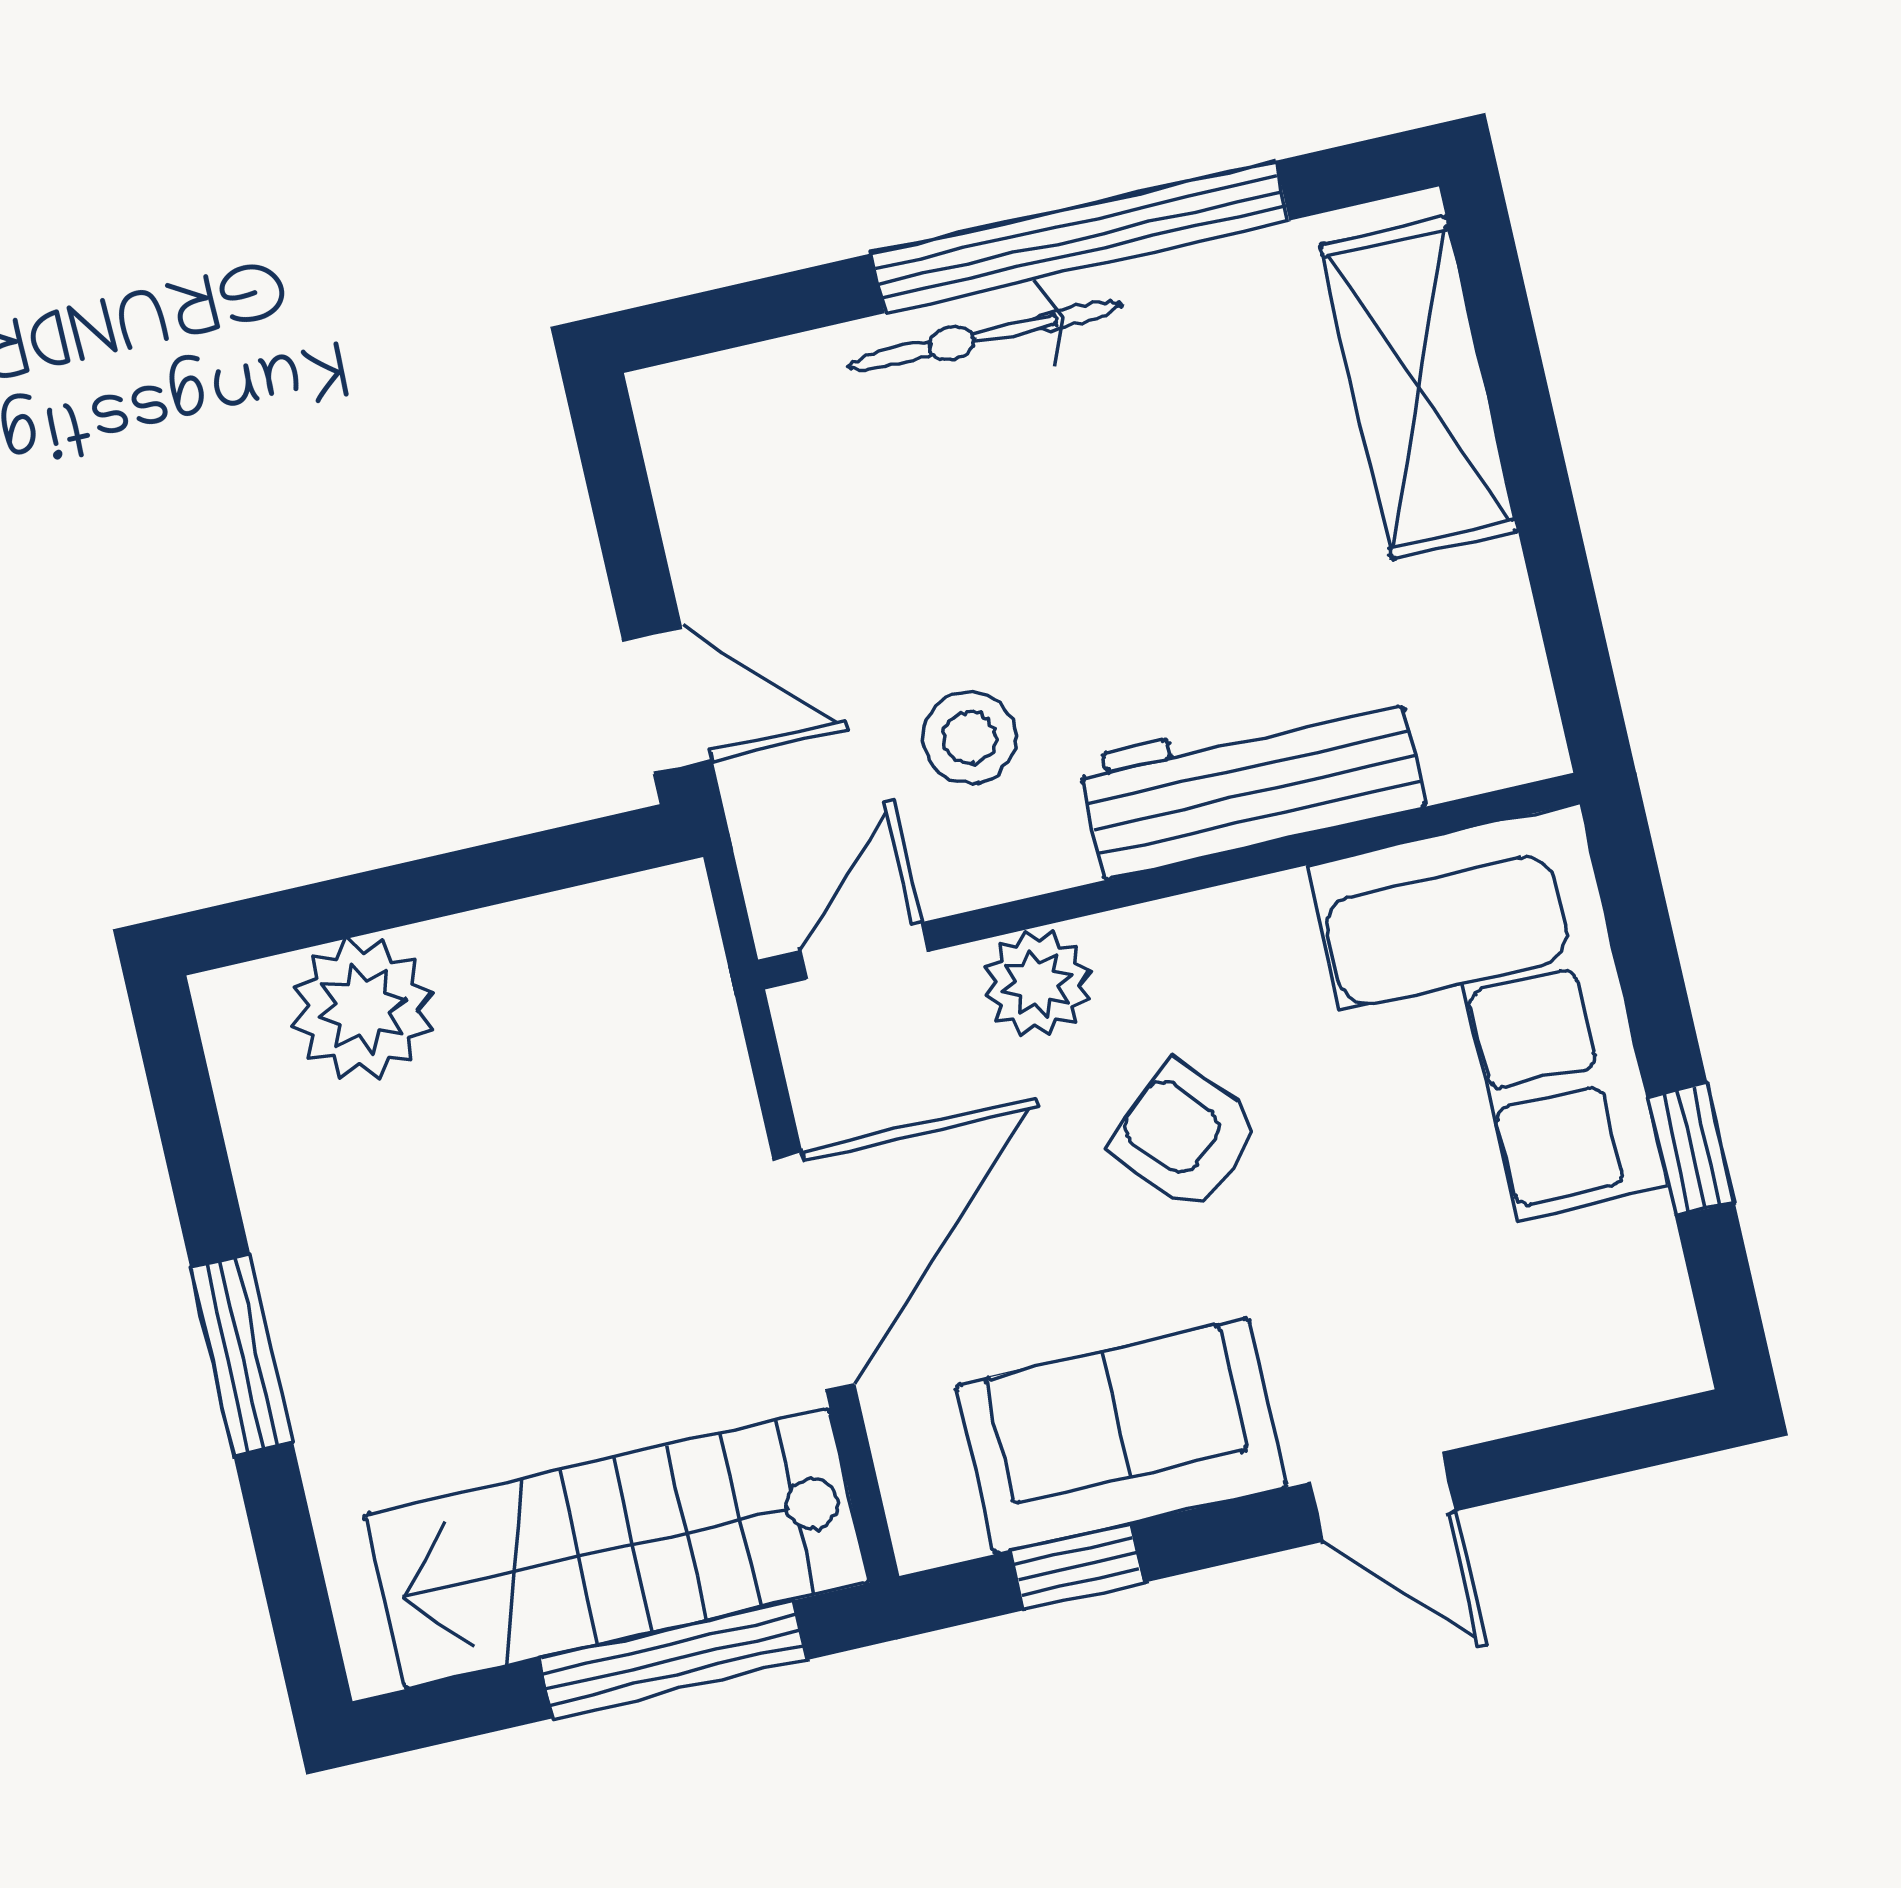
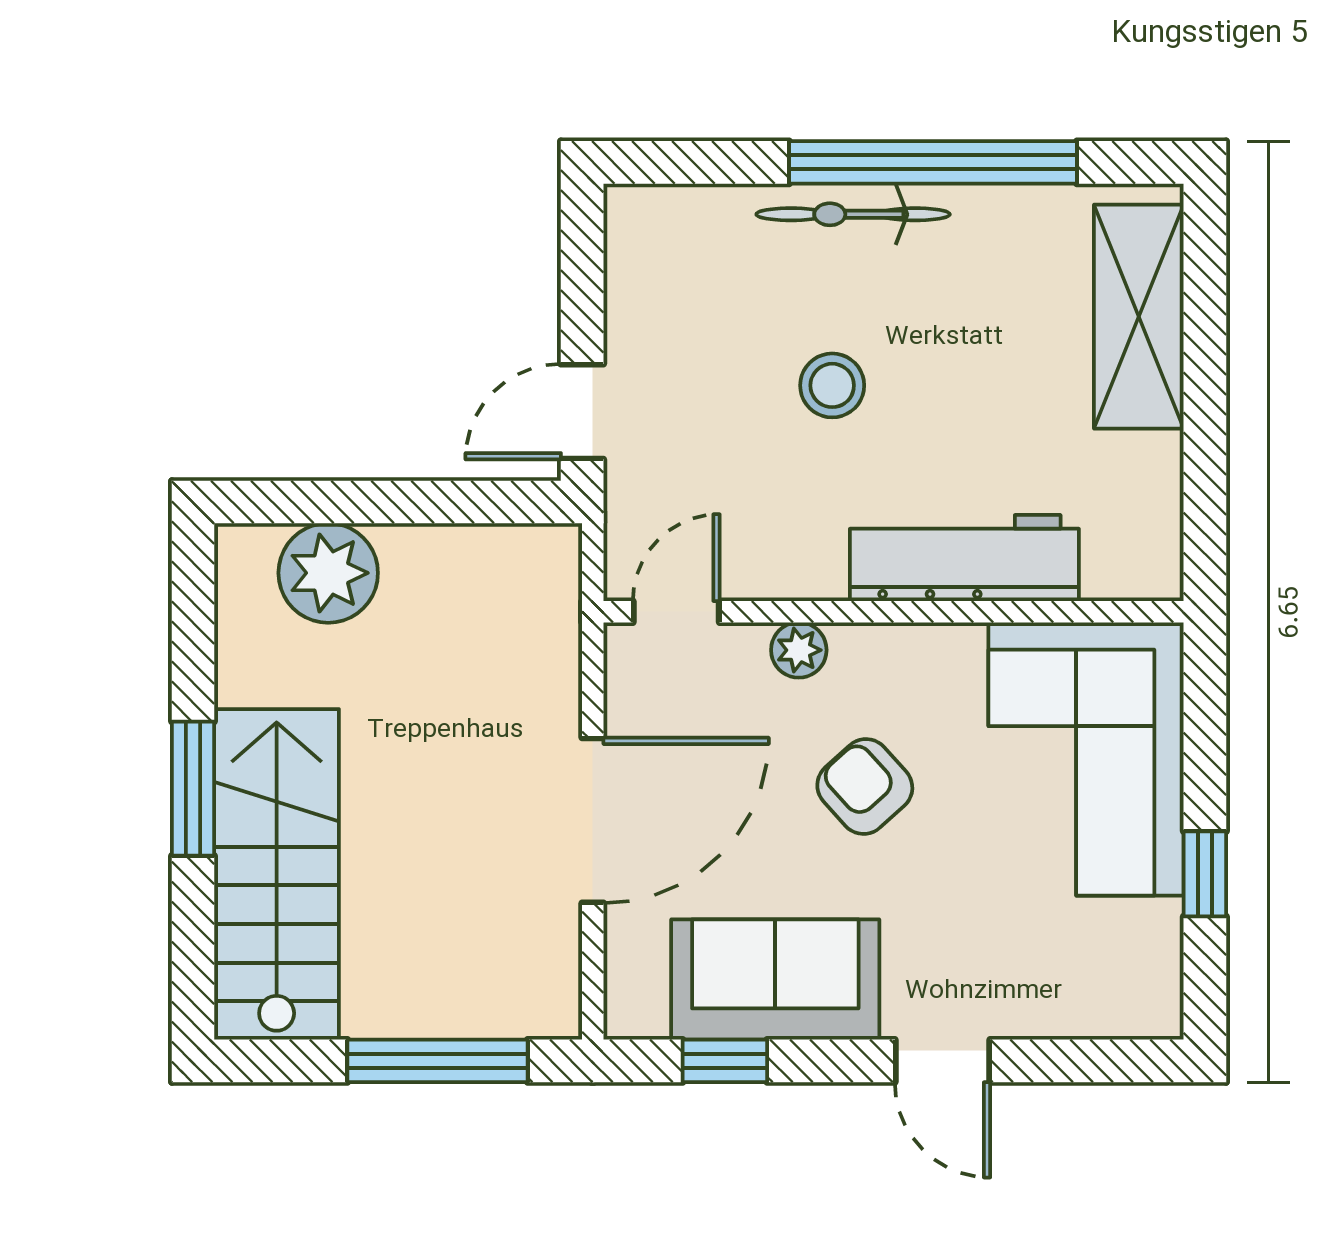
door: (667, 700) -> (582, 412), swing flipped
stool: (969, 738) -> (832, 385), moved
plant: (1037, 983) -> (799, 650), width x0.73, depth x0.73
stairs: (617, 1548) -> (277, 874), moved, turned 90

